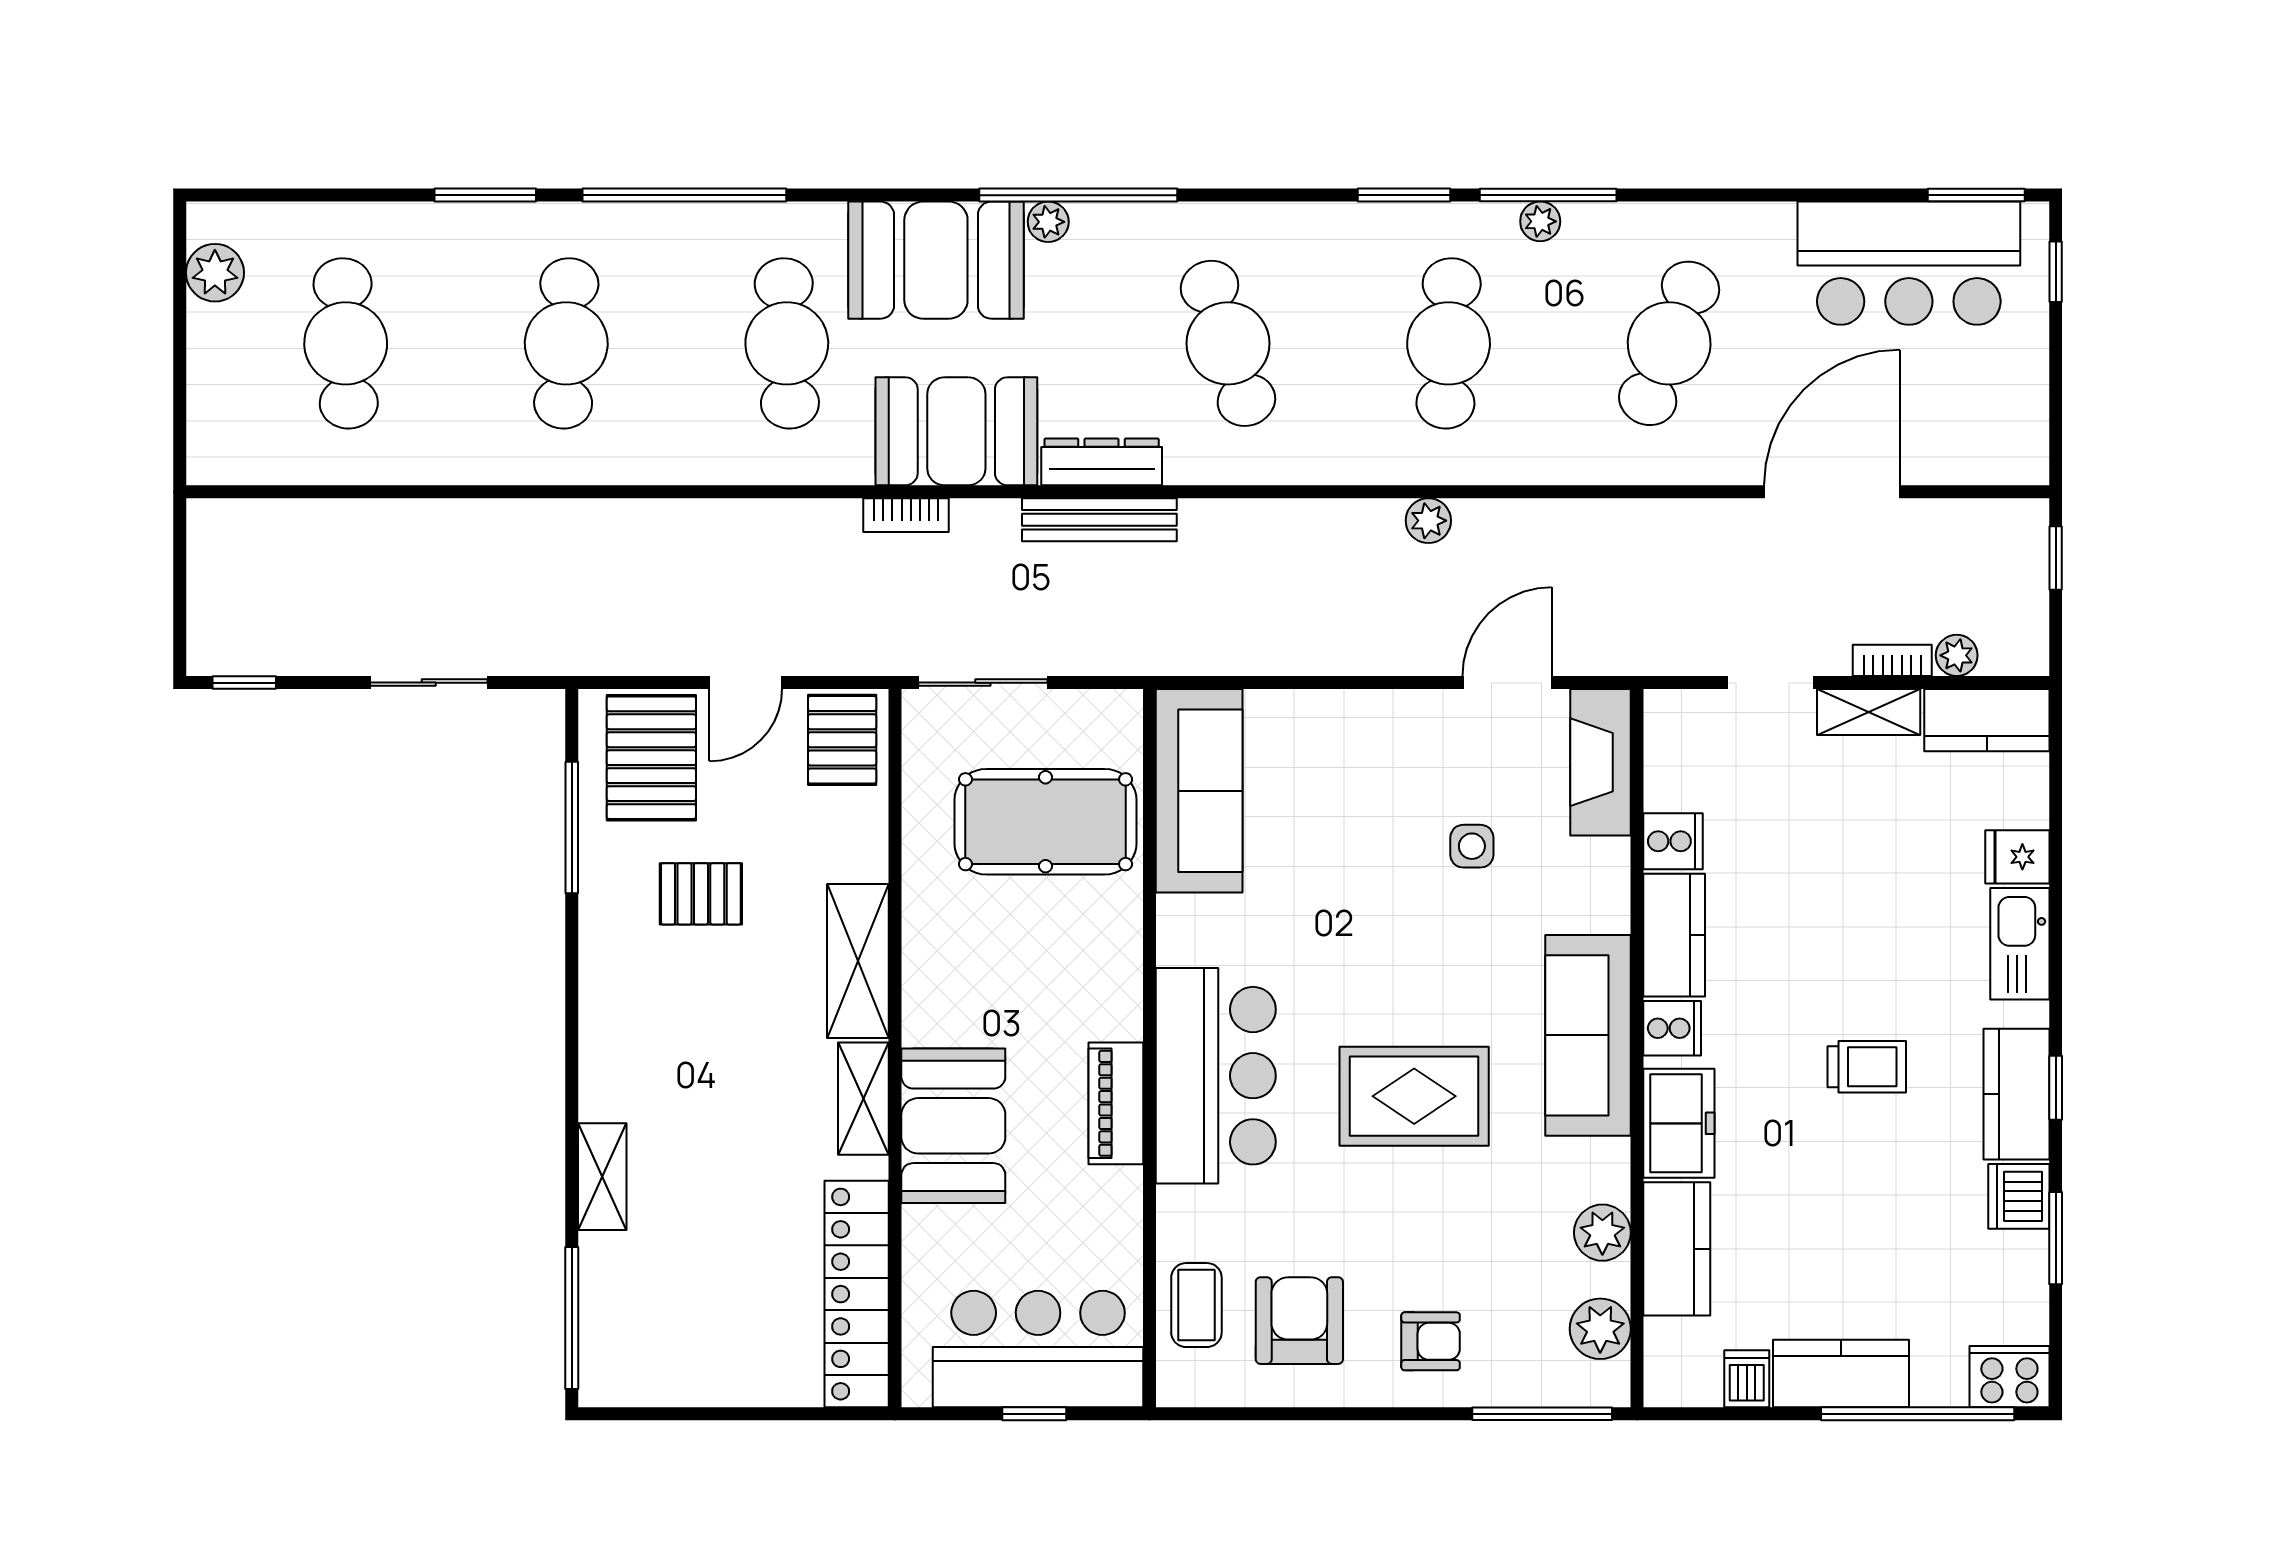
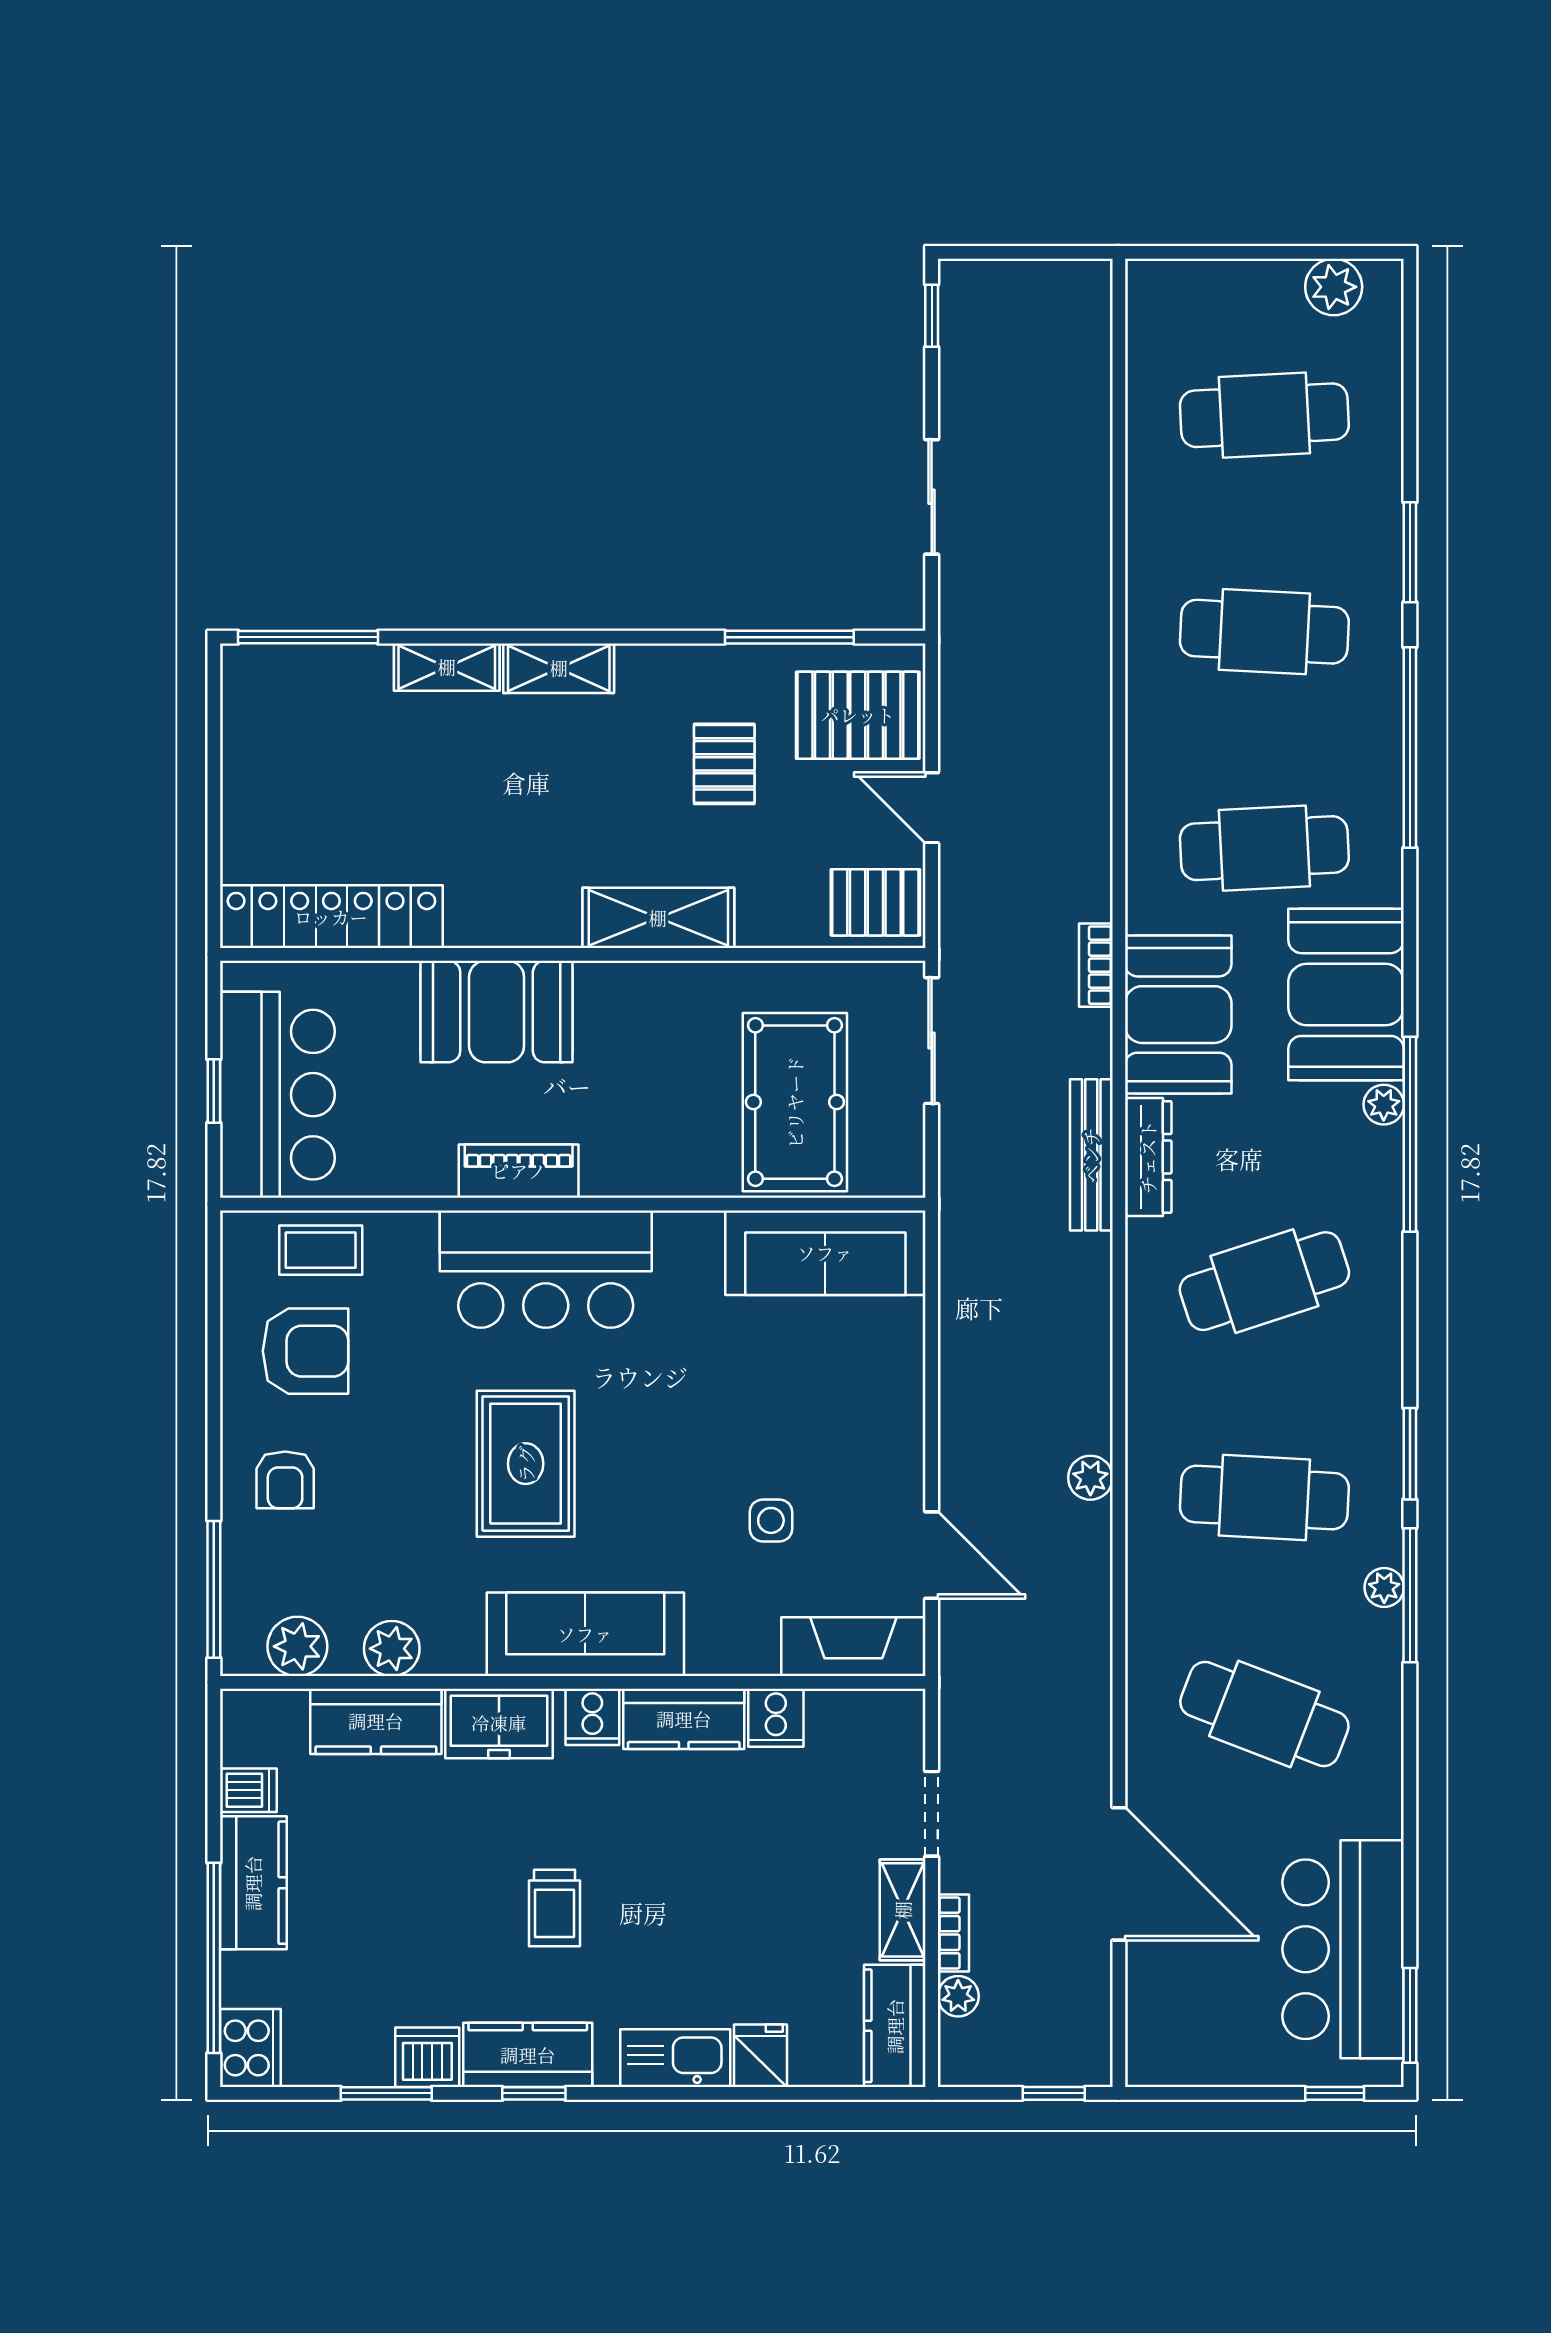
shelving: (863, 1099) -> (559, 668), moved

